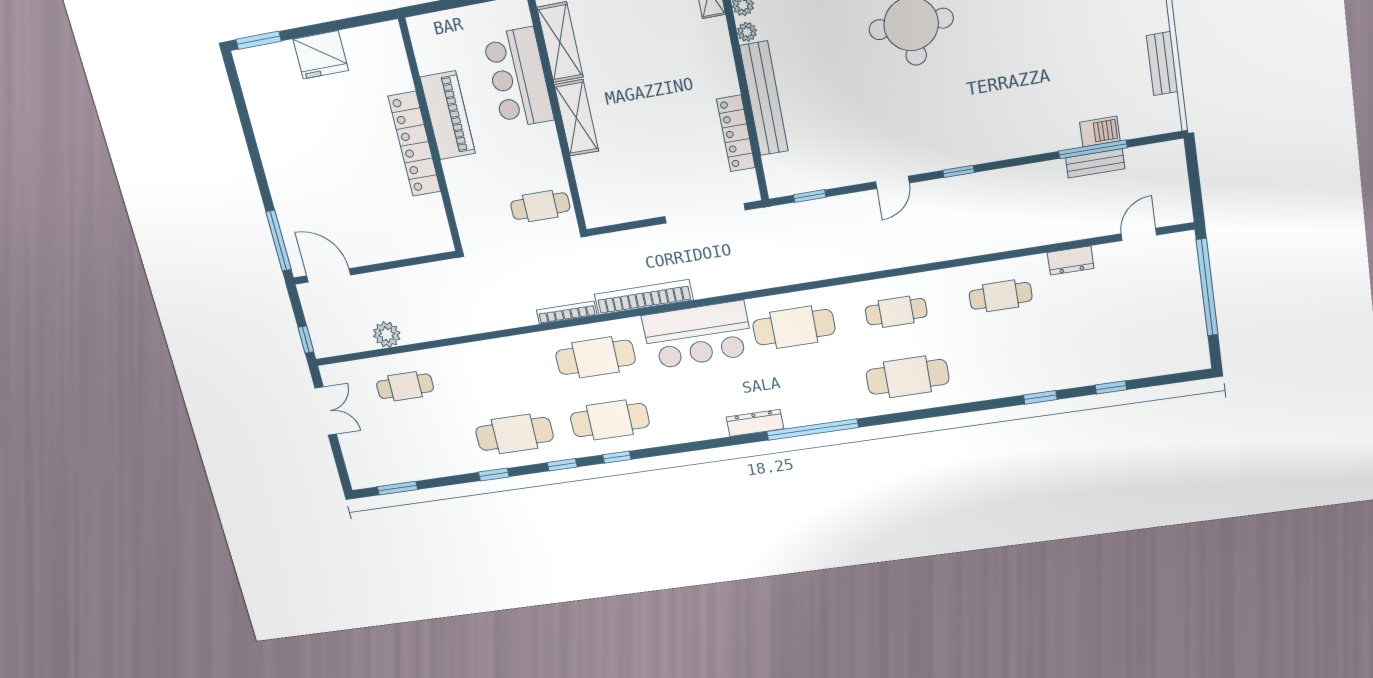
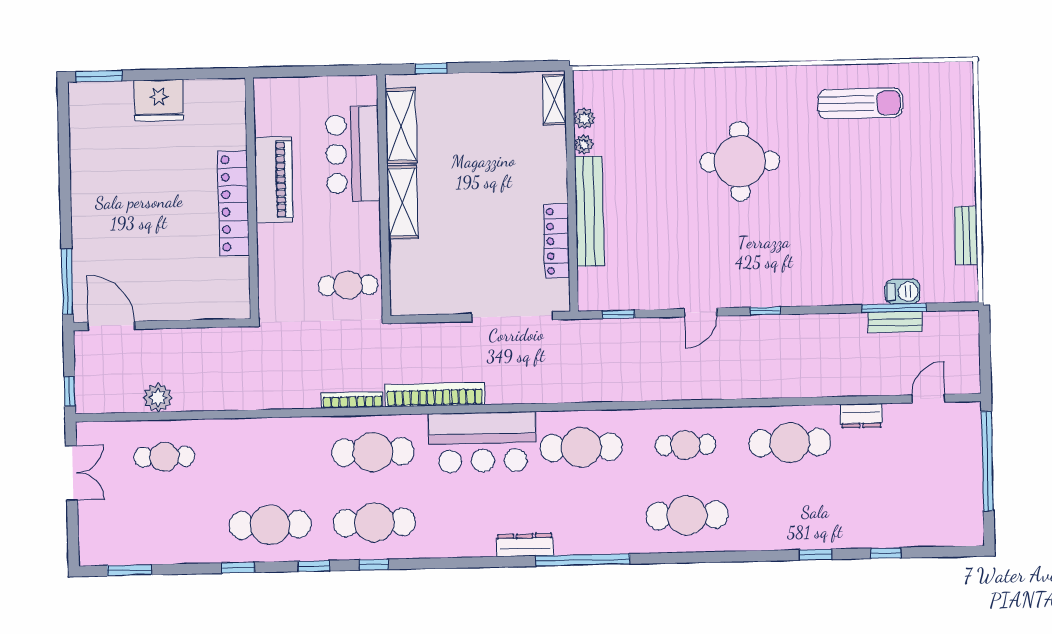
cafe table: (1001, 296) -> (790, 443), width x1.37, depth x1.35

